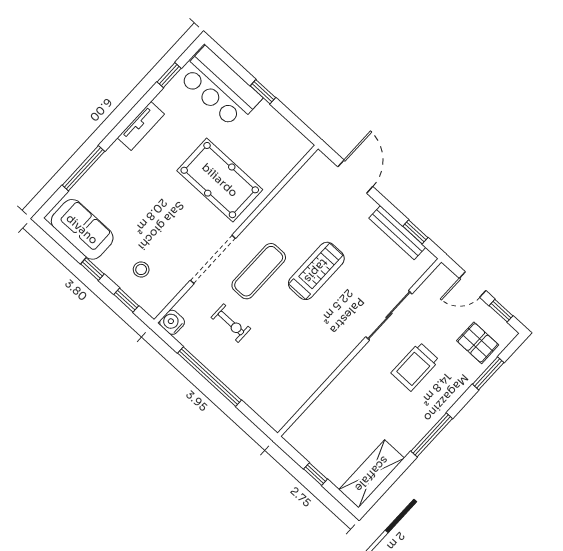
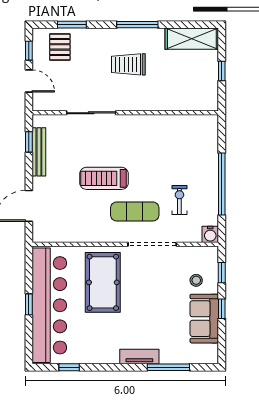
bar counter: (220, 87) -> (49, 305), width x1.86
tv unit: (141, 126) -> (139, 357), moved
sofa: (82, 229) -> (204, 319), moved
trolley: (415, 367) -> (128, 64), moved, turned 180

